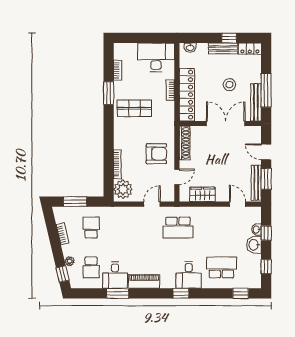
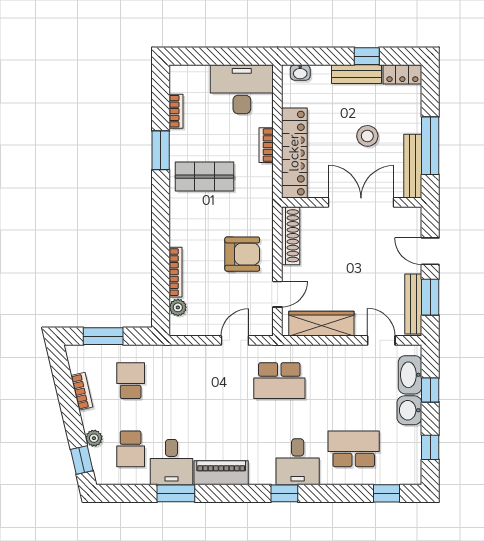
plant: (123, 189) -> (178, 307), width x0.53, depth x0.53
wardrobe: (203, 194) -> (321, 324), width x1.50
washbasin: (256, 230) -> (410, 375), width x1.91, depth x1.45

